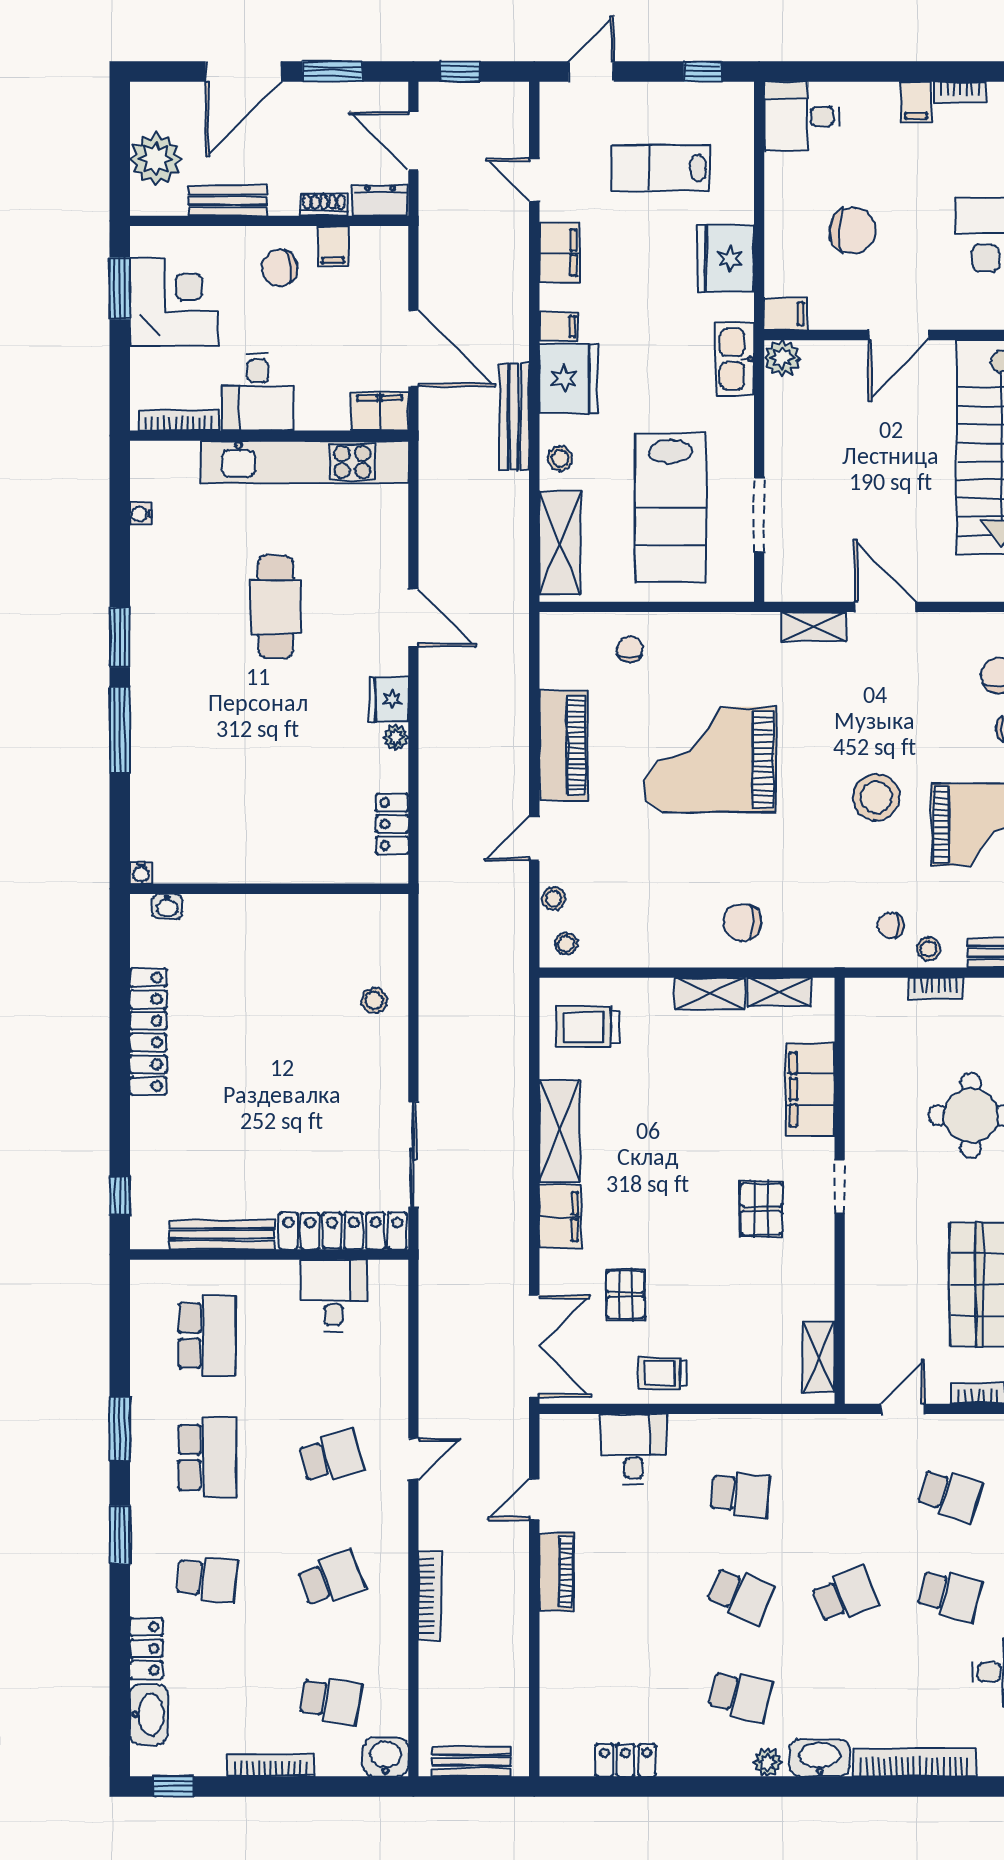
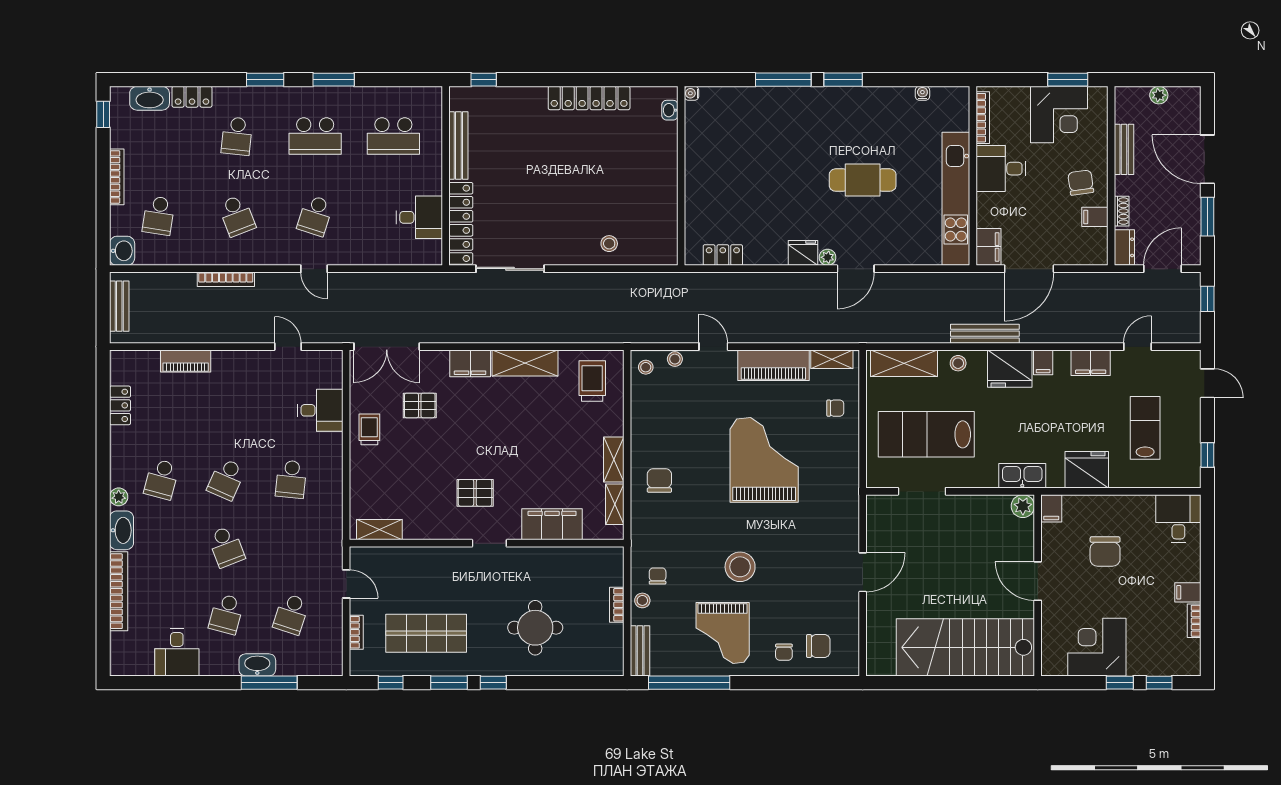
plant: (156, 159) -> (1159, 95), width x0.53, depth x0.53
shelving: (814, 627) -> (832, 359), moved, turned 90
plant: (396, 737) -> (828, 257), moved
school desk: (331, 1457) -> (315, 216), turned 33
piano: (557, 1572) -> (186, 361), moved

